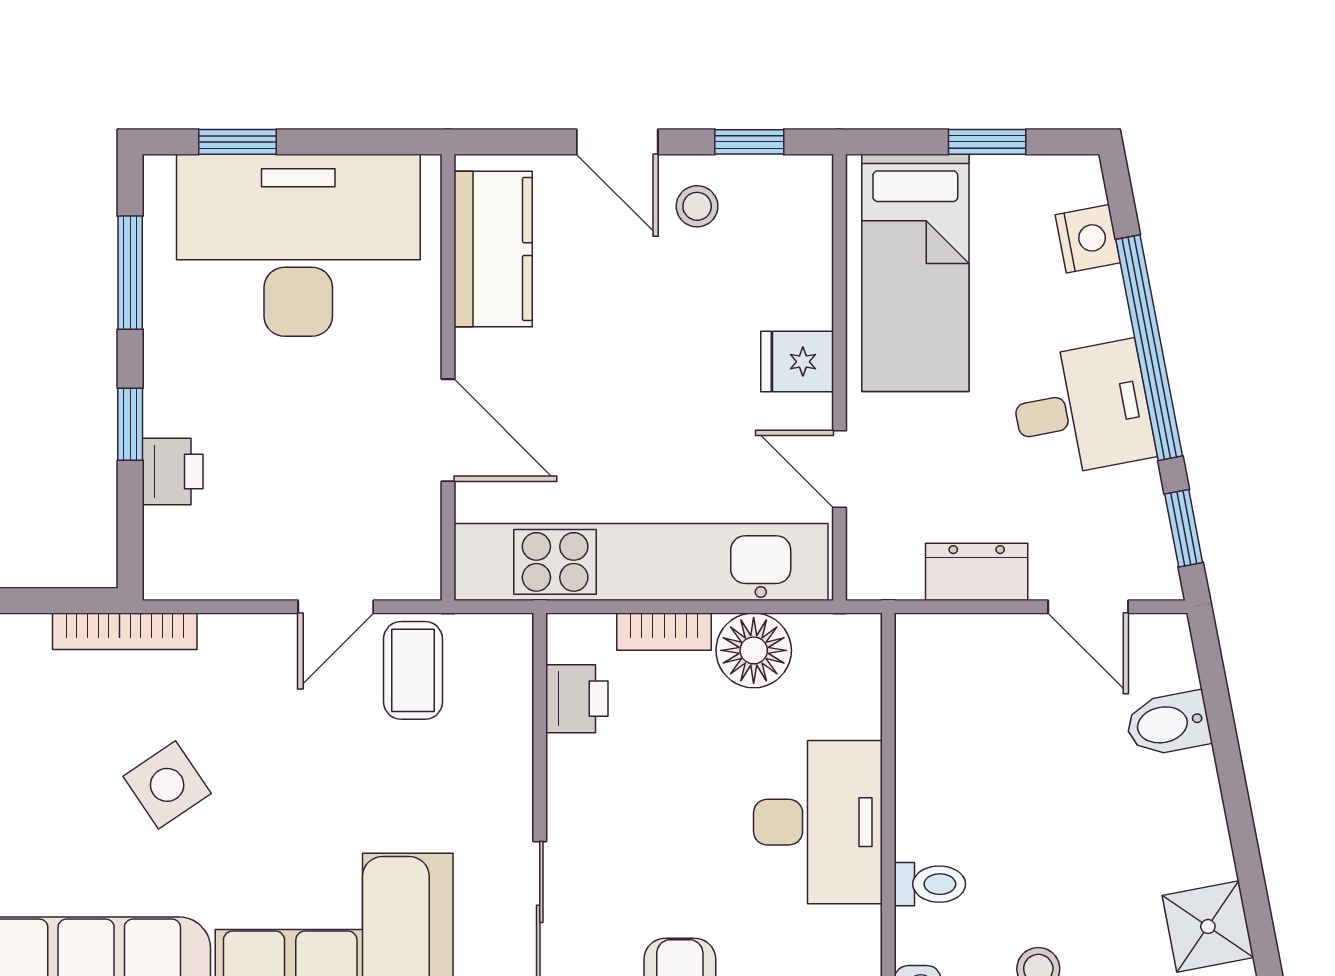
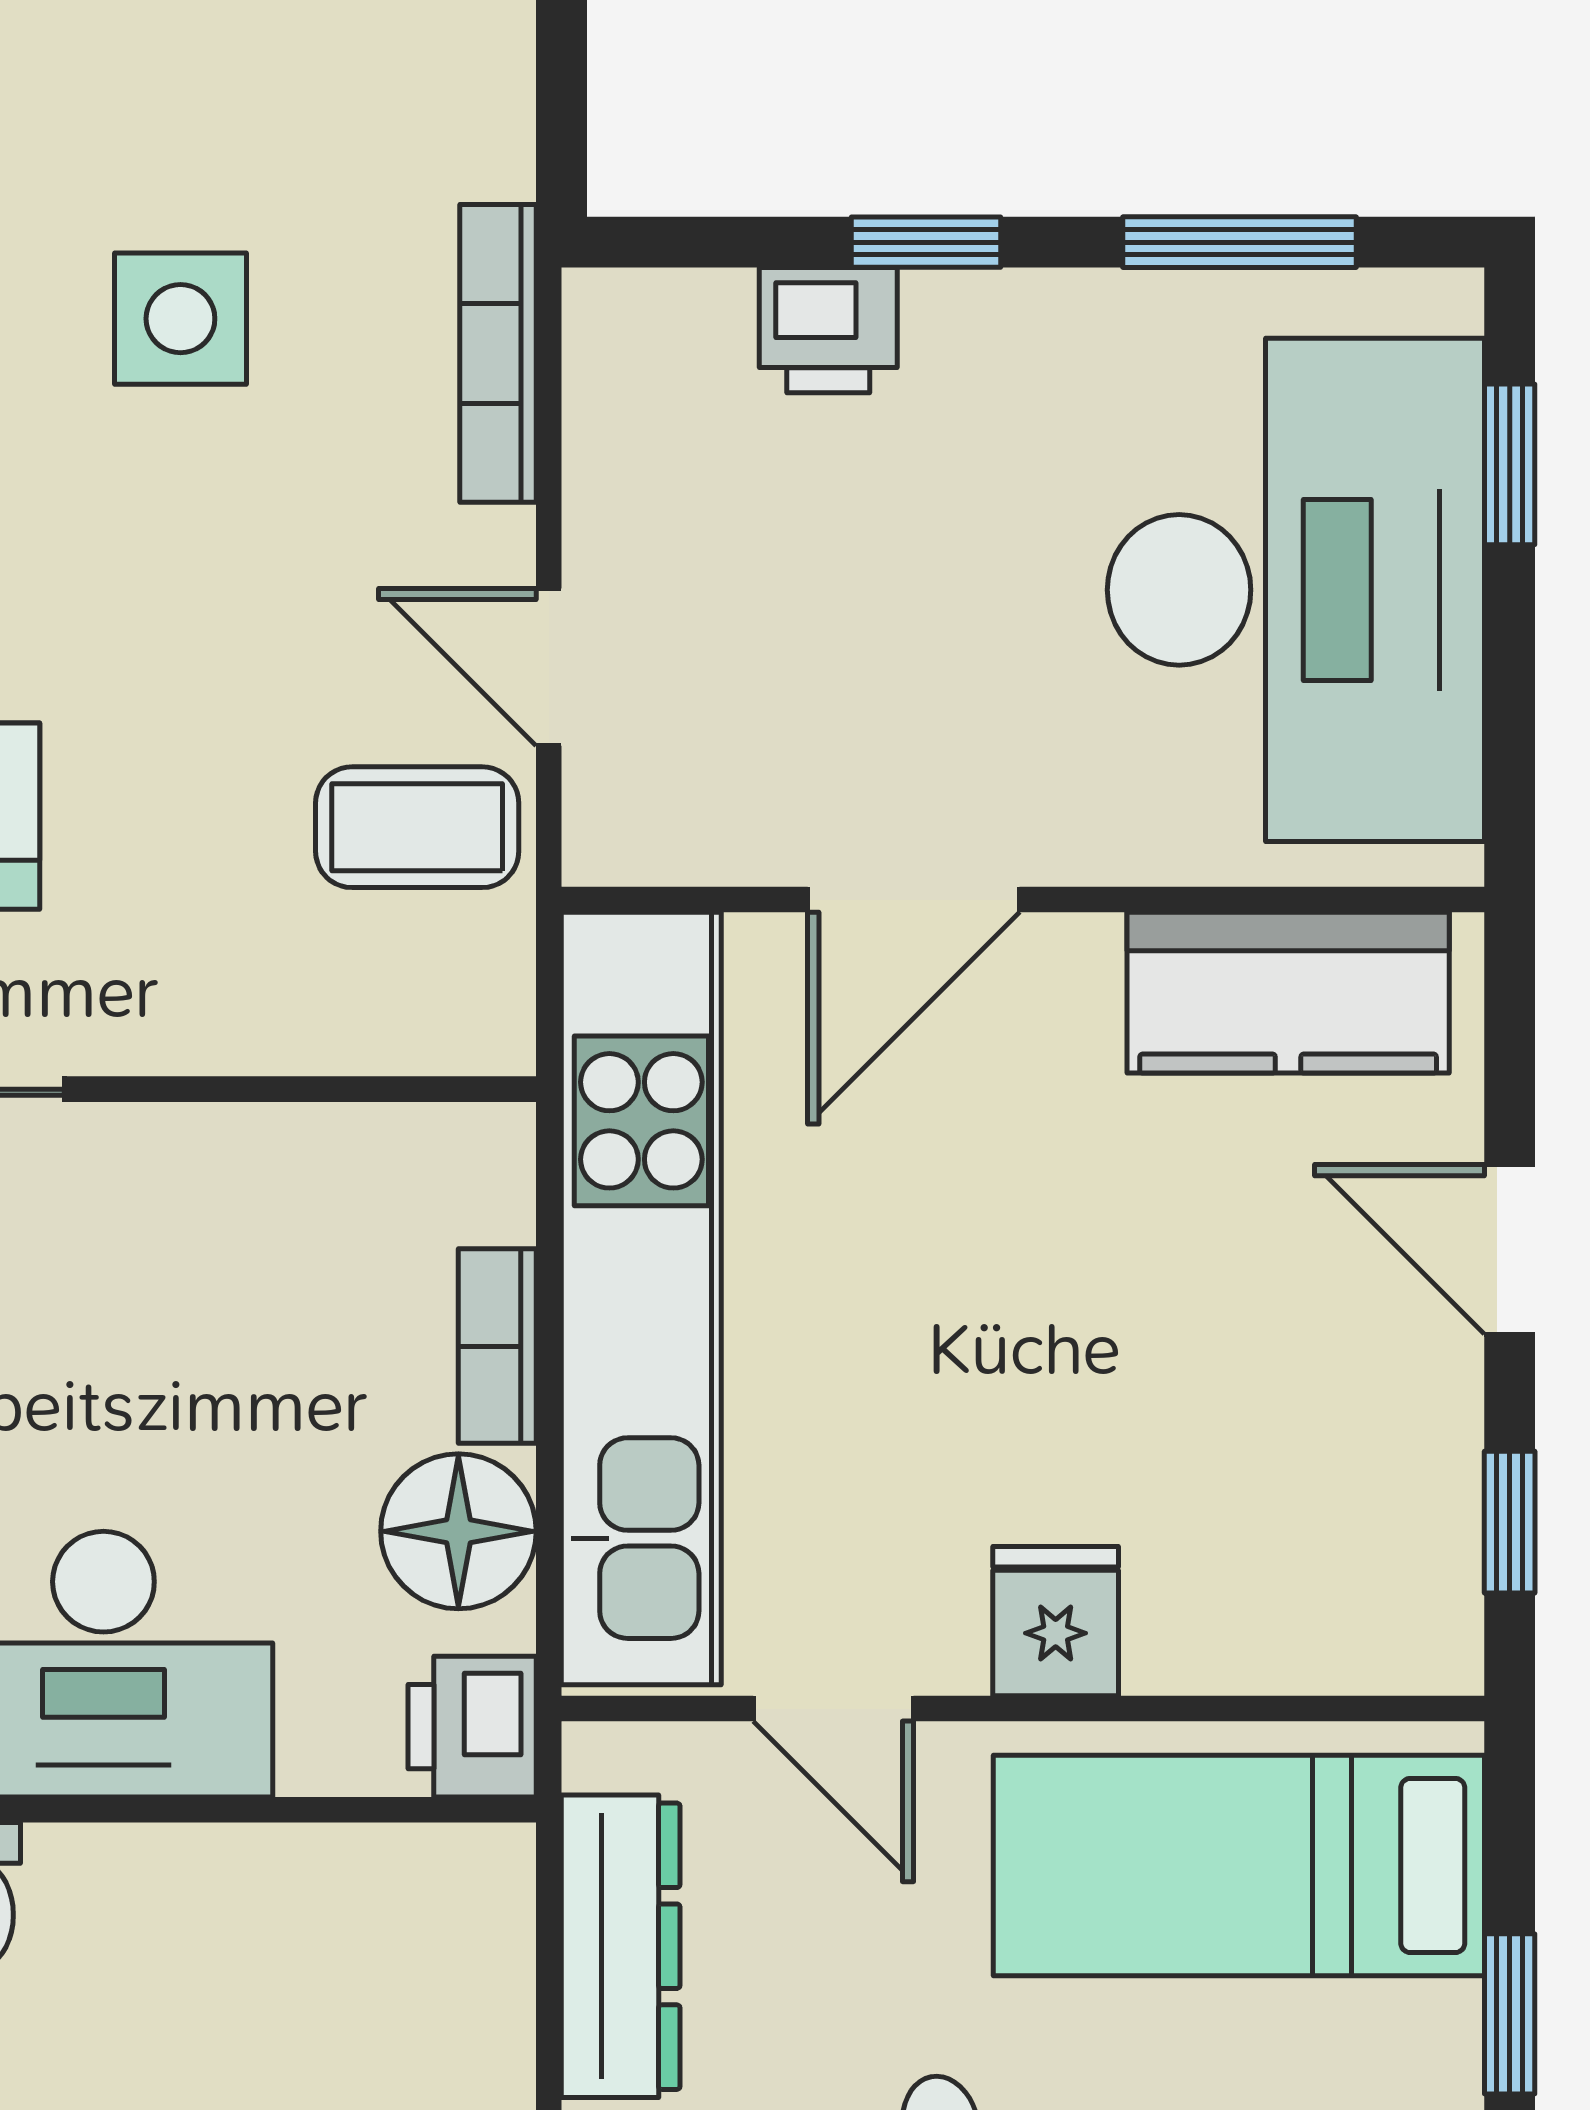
door: (617, 142) -> (1510, 1249), hinge flipped
stool: (697, 206) -> (1376, 1414), removed
door: (839, 469) -> (833, 1709), swing flipped
dresser: (977, 572) -> (621, 1946), width x1.44
bookcase: (125, 631) -> (498, 353), moved
printer: (577, 699) -> (472, 1727), moved, turned 90
side table: (167, 785) -> (180, 319), turned 34

